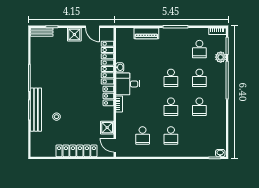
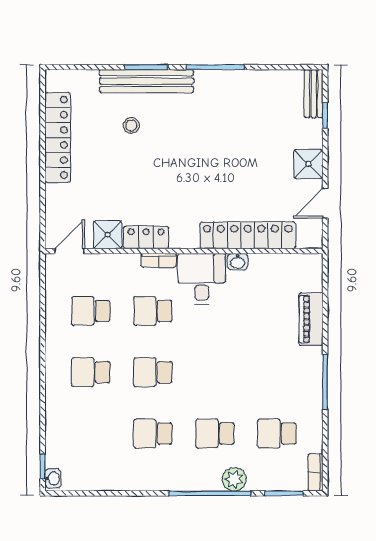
plant: (221, 57) -> (234, 479), moved
school desk: (171, 78) -> (153, 311), moved
locker: (108, 96) -> (146, 237), moved
locker: (76, 151) -> (58, 137), moved

